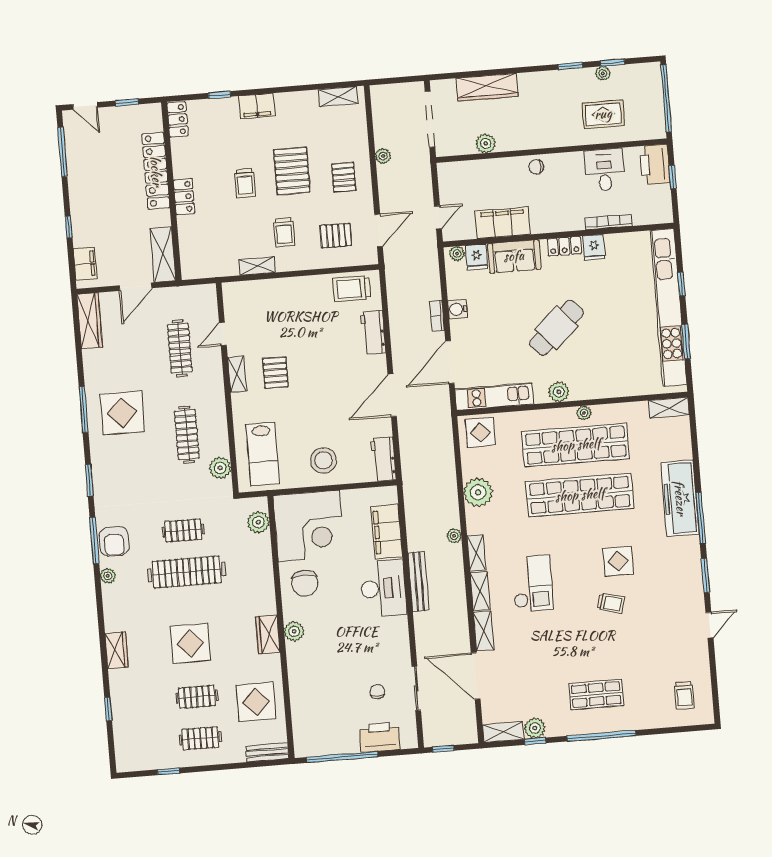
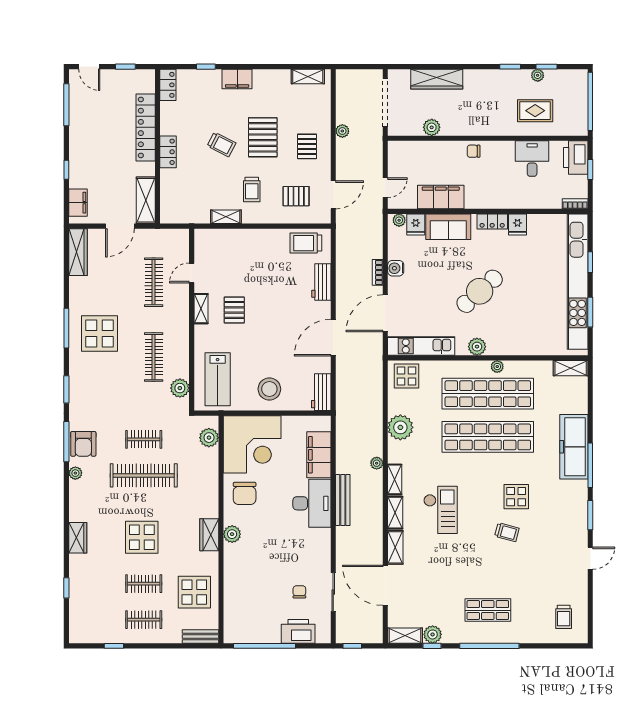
trolley: (245, 183) -> (221, 144), turned -63
bookcase: (608, 222) -> (575, 204), moved, width x0.64

